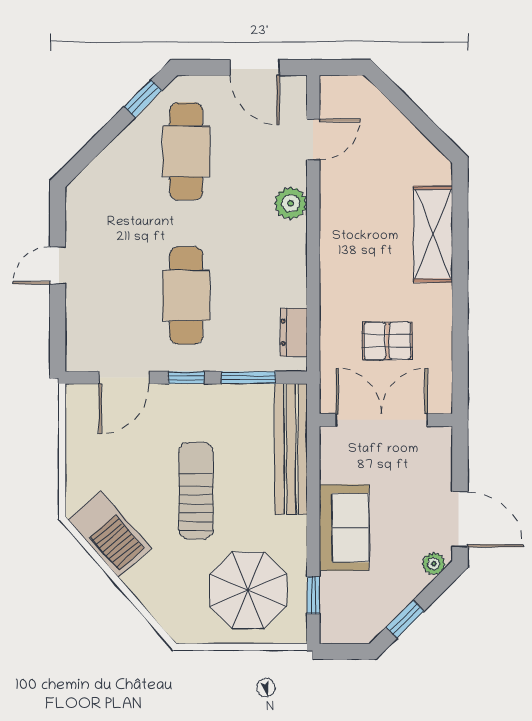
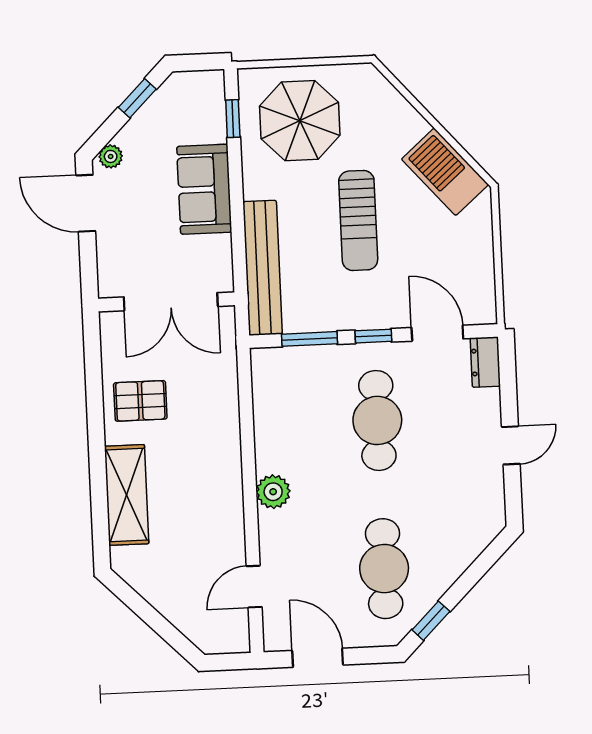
plant: (291, 203) -> (273, 492), moved
dresser: (294, 332) -> (485, 362), moved, turned 180
pallet: (387, 341) -> (140, 401), moved
door: (124, 378) -> (437, 333), hinge flipped

